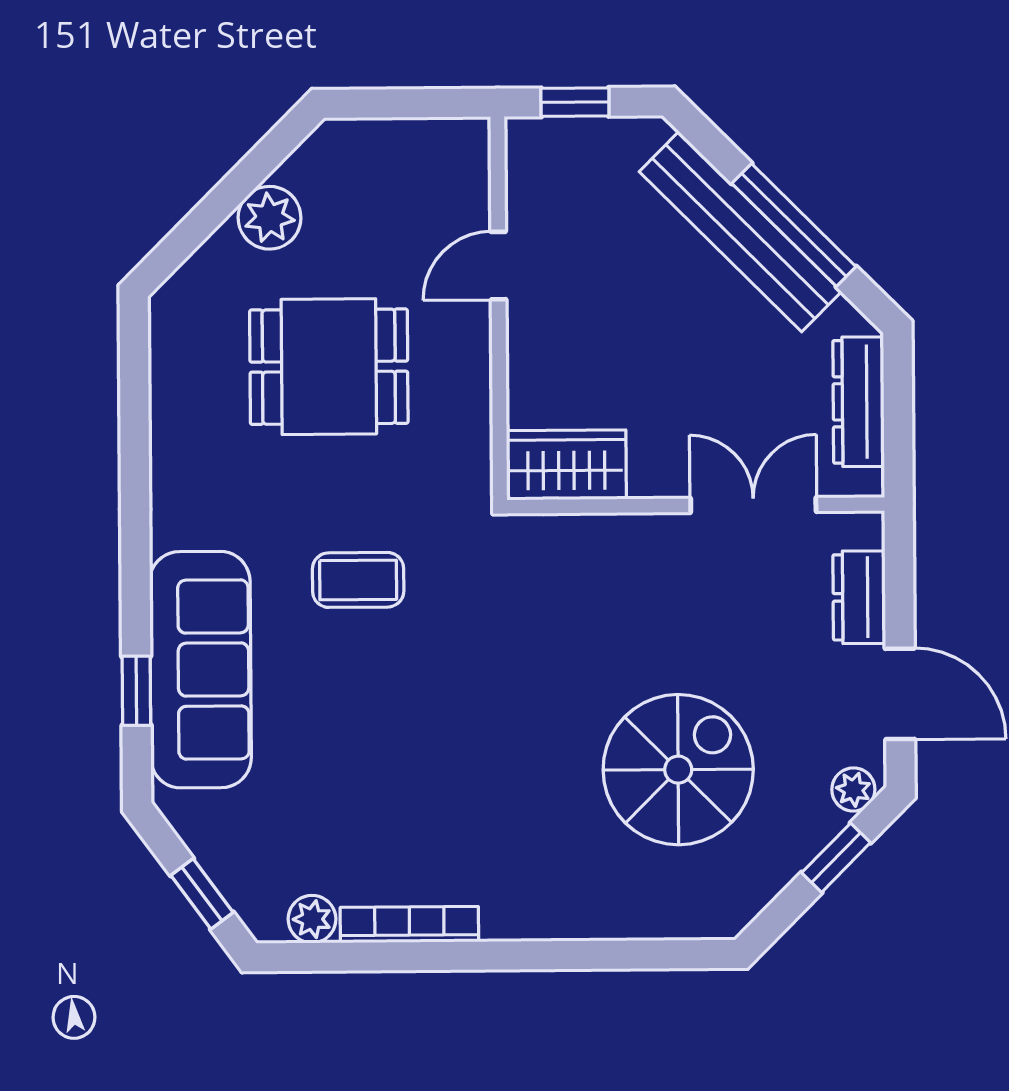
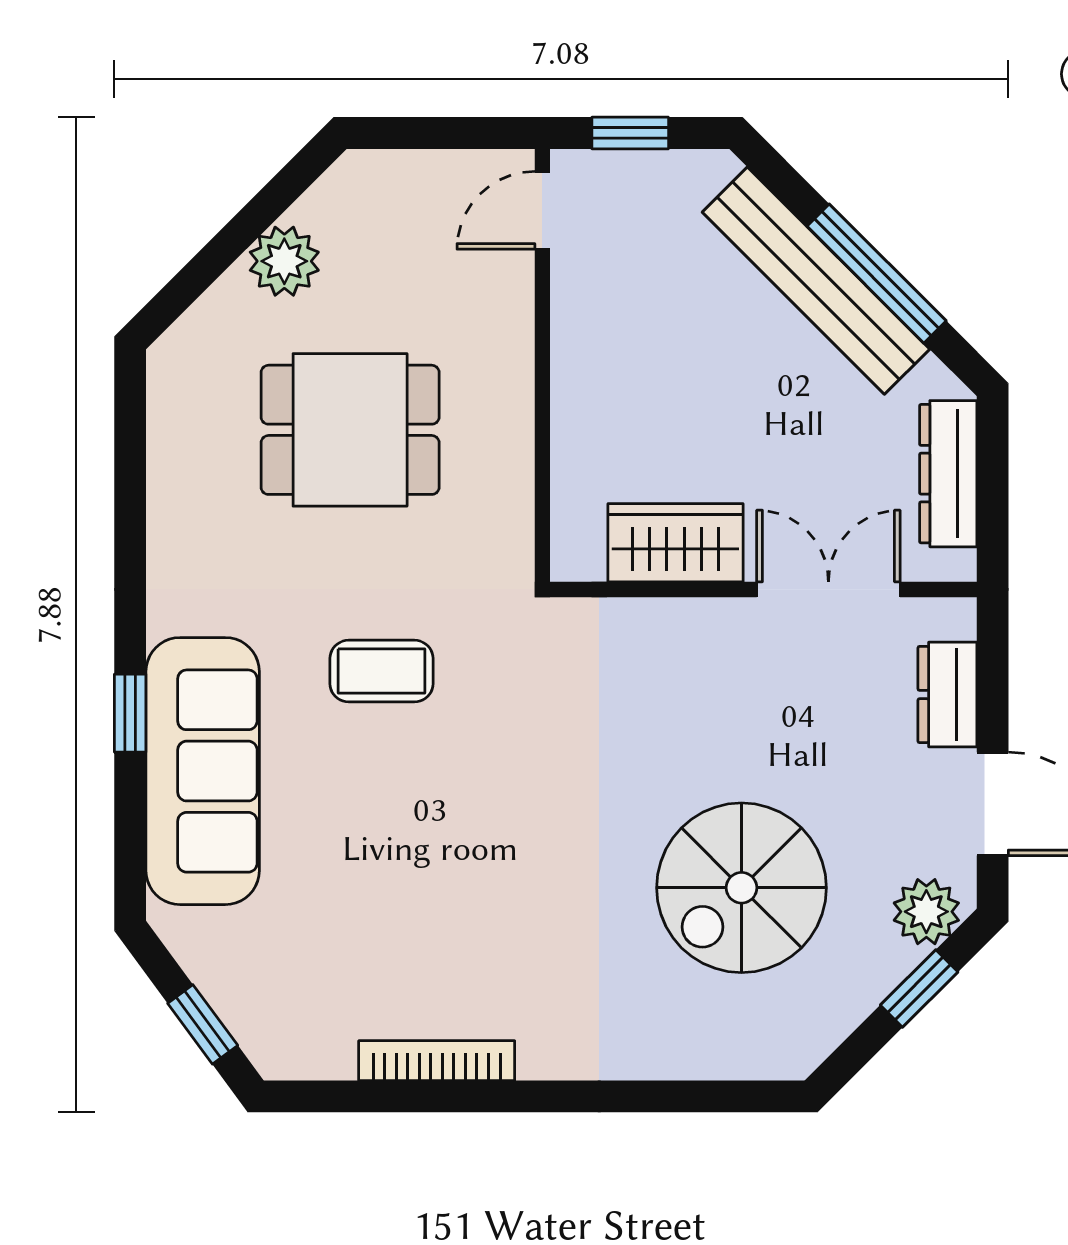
door: (498, 266) -> (542, 210), moved
wardrobe: (566, 465) -> (675, 543), moved
window: (136, 691) -> (130, 713), moved
spiral stairs: (678, 770) -> (741, 888), turned 180
plant: (853, 790) -> (926, 912), width x1.38, depth x1.38
plant: (312, 919) -> (327, 1054), removed

